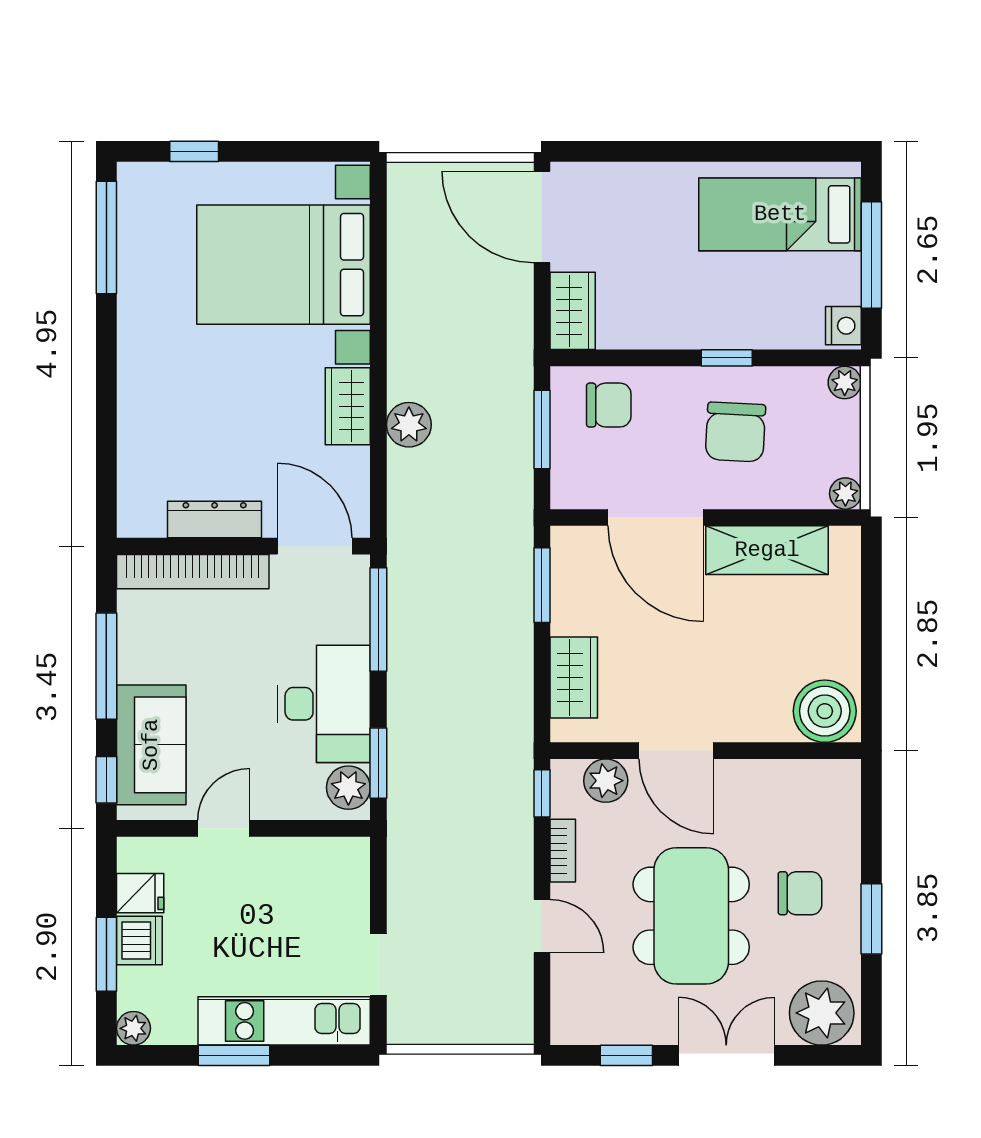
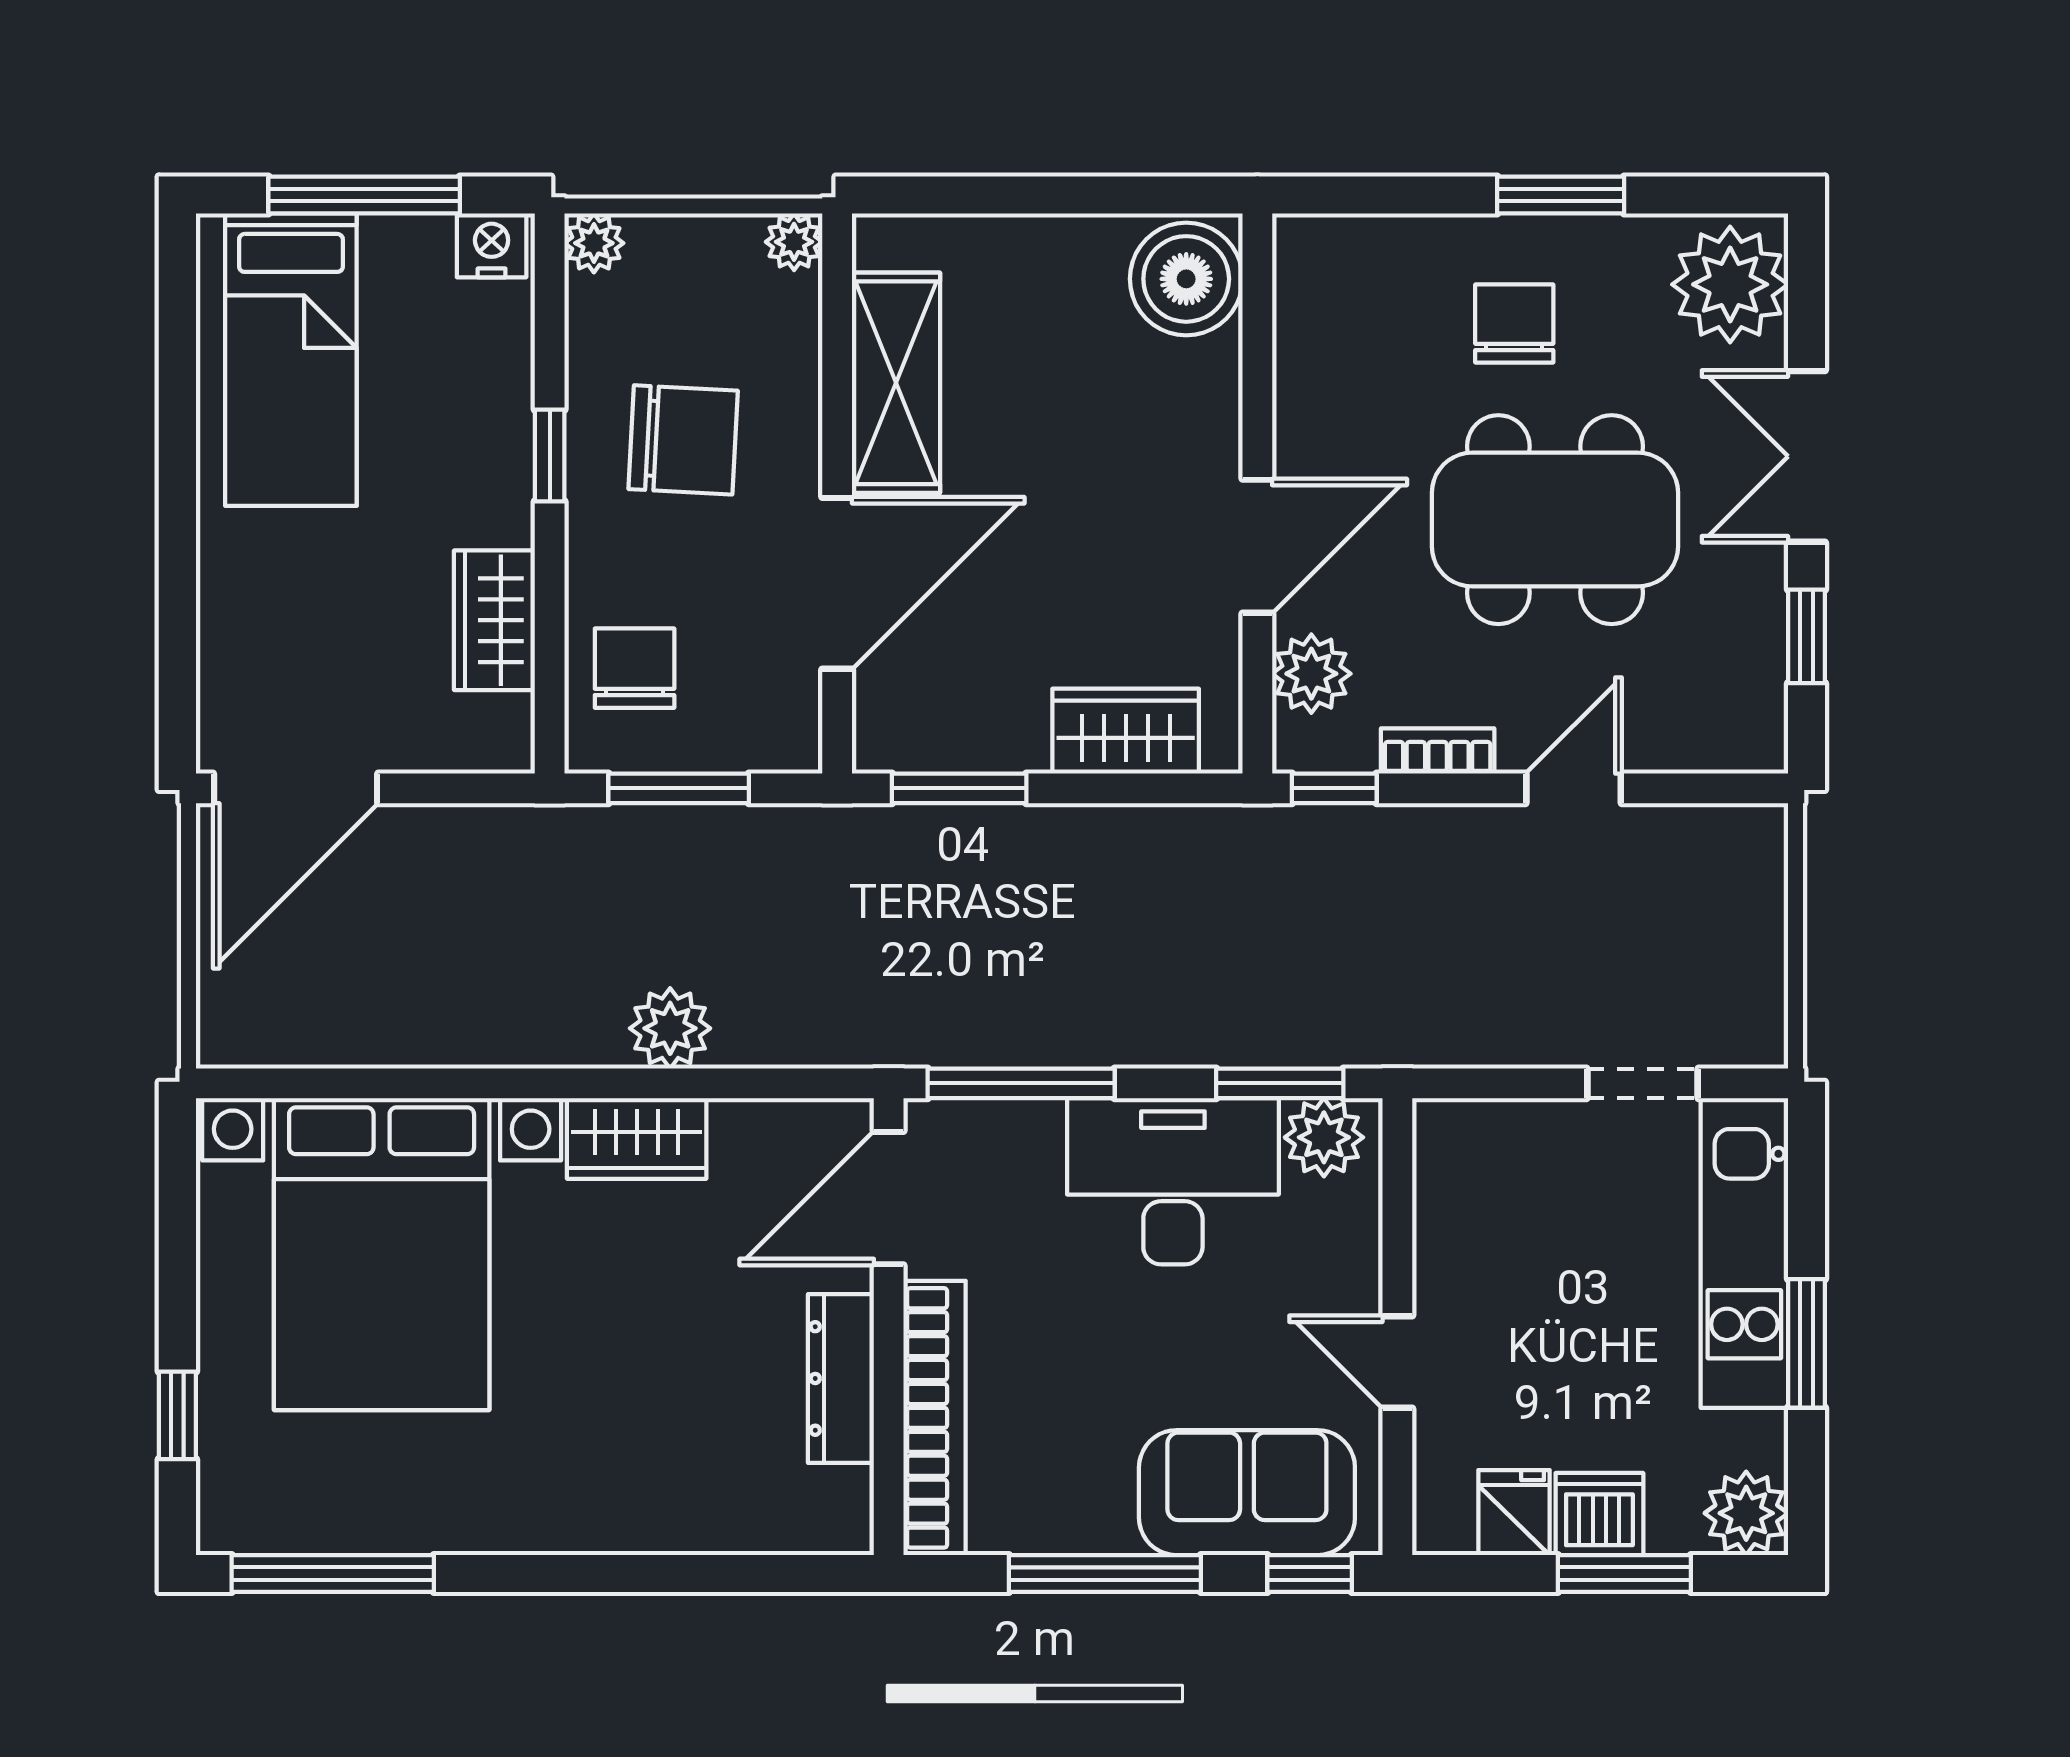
wardrobe: (573, 311) -> (494, 620), moved, turned -90
plant: (133, 1028) -> (1746, 1513), width x1.38, depth x1.38

